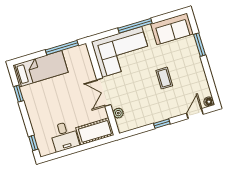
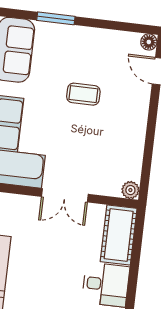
plant: (118, 113) -> (130, 190), moved
window: (162, 124) -> (151, 128), removed

